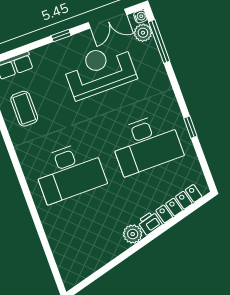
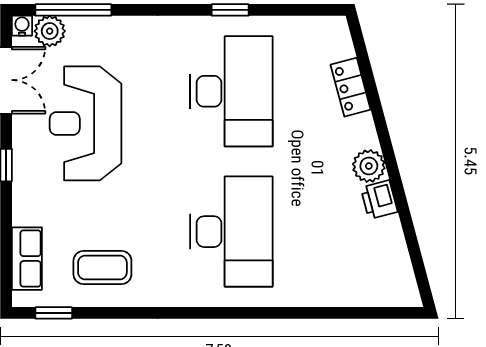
locker: (179, 204) -> (351, 87), width x0.66
printer: (150, 223) -> (379, 200), moved

